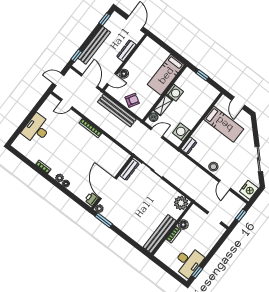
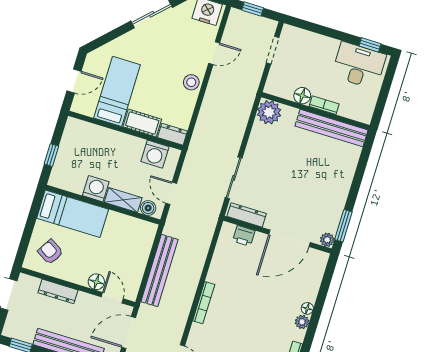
armchair: (132, 100) -> (51, 252), moved
cot: (201, 131) -> (142, 123), added
printer: (91, 199) -> (244, 236), moved

